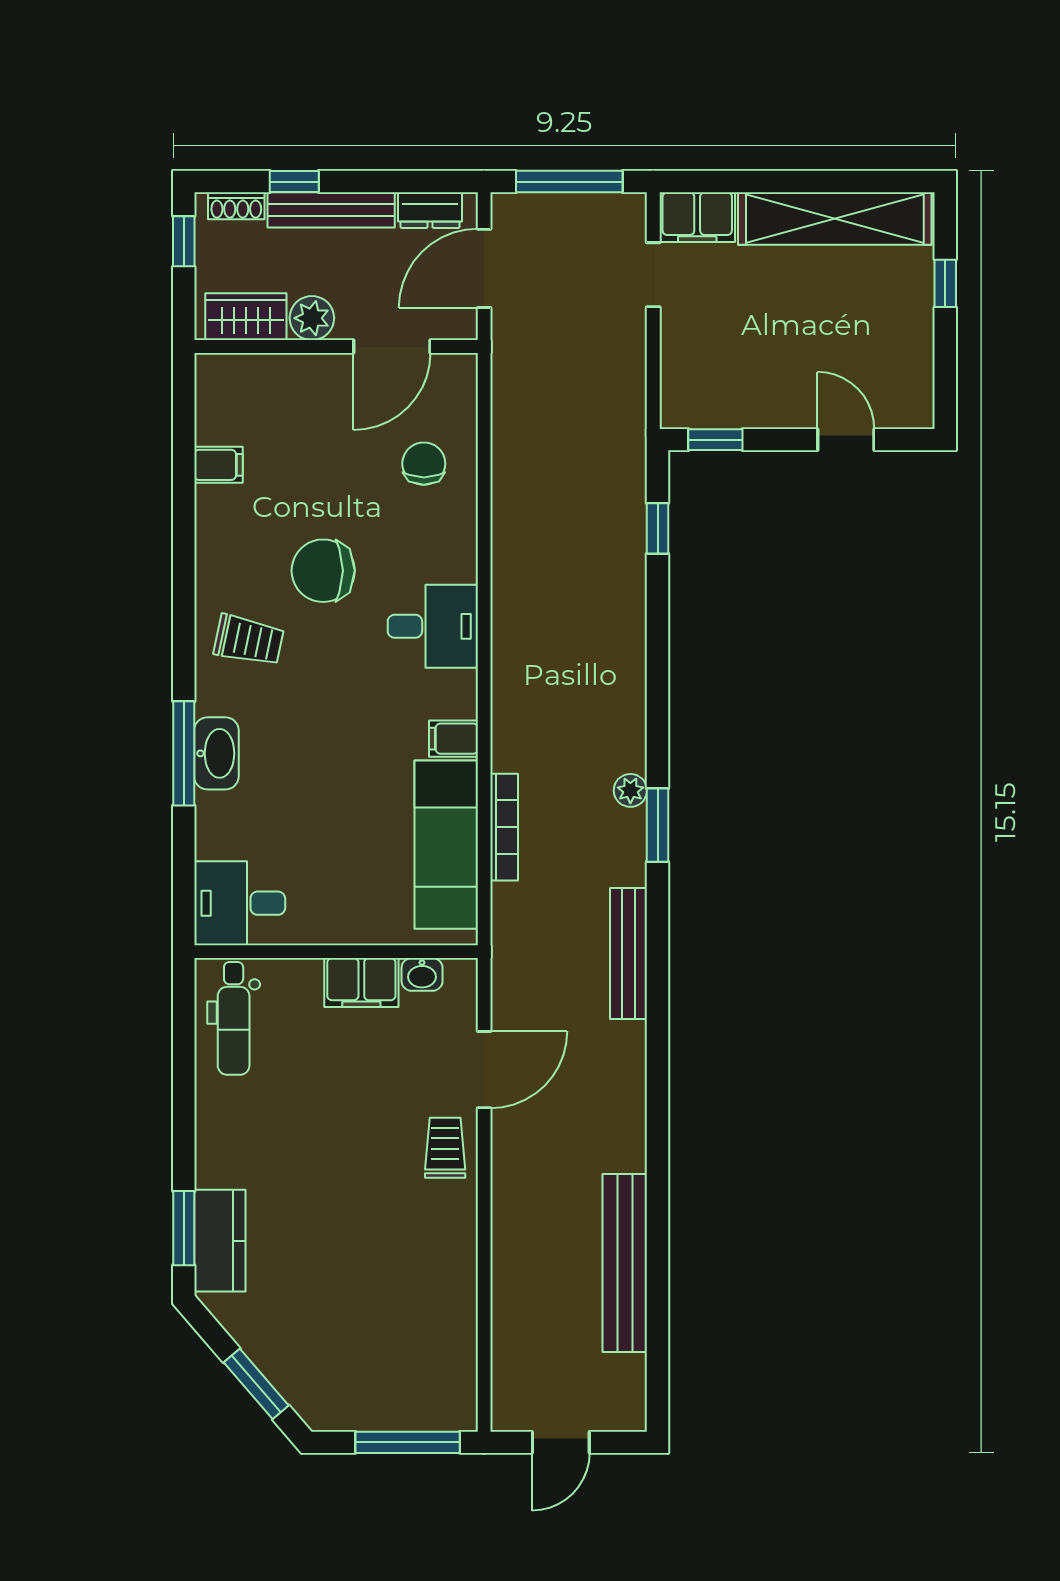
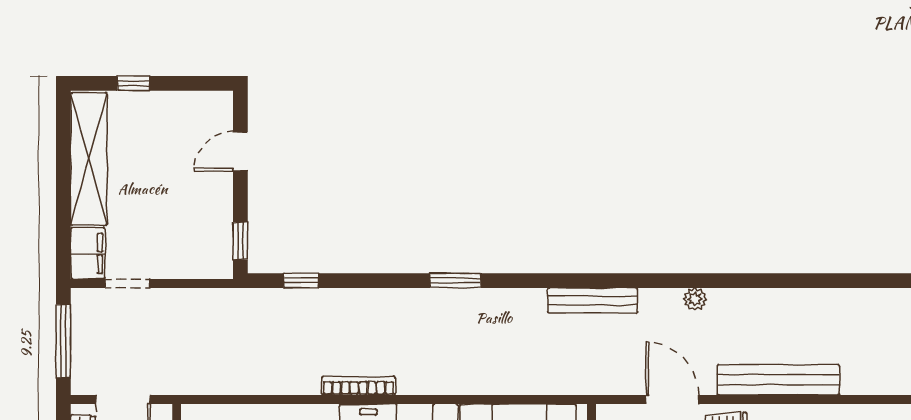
plant: (630, 790) -> (695, 299), moved
window: (658, 825) -> (455, 281), moved
bookcase: (504, 827) -> (359, 386), moved
bench: (625, 1263) -> (779, 380), moved

